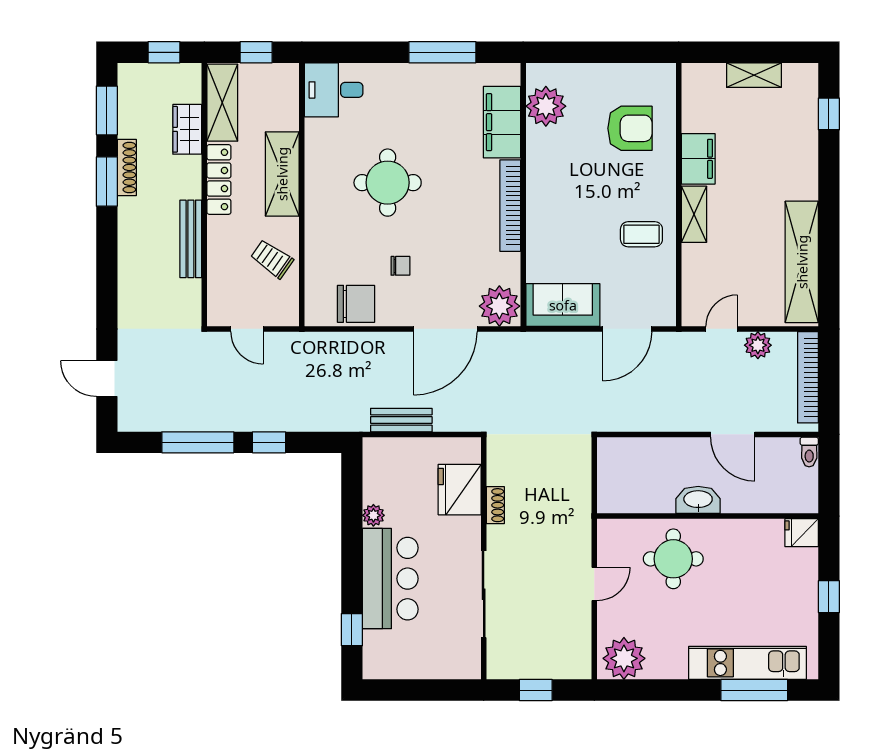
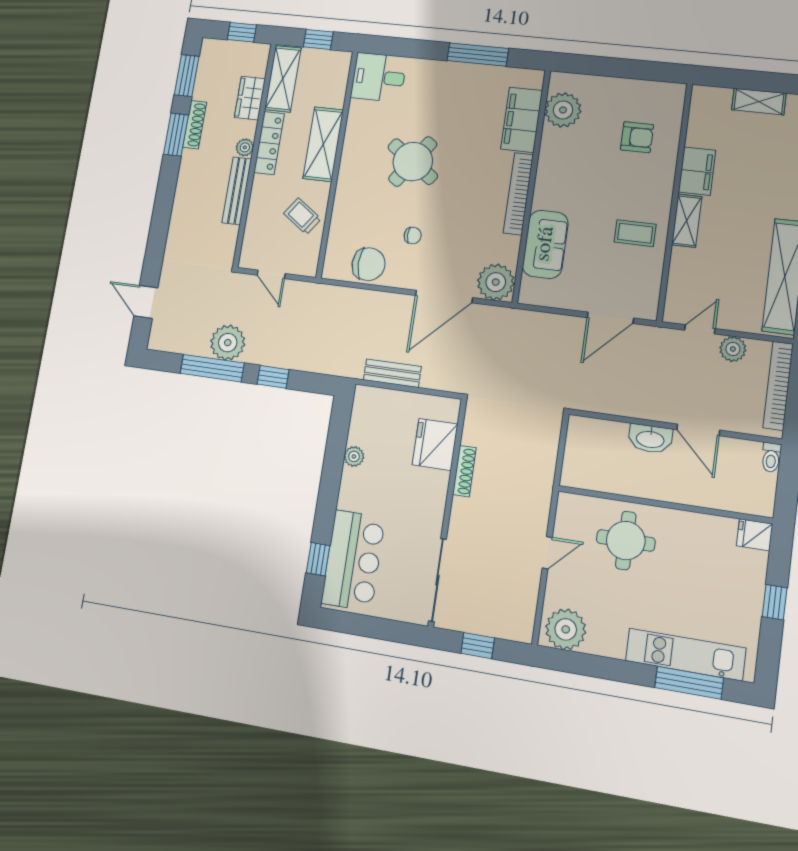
armchair: (630, 128) -> (637, 137), width x0.72, depth x0.72
round table: (388, 183) -> (413, 162), turned 35
plant: (191, 188) -> (245, 147), added
sofa: (563, 305) -> (545, 244), moved, turned 90
plant: (211, 412) -> (228, 343), added
washbasin: (698, 500) -> (650, 439), moved, turned 180
shoe rack: (495, 505) -> (464, 471), width x1.43
bar counter: (390, 579) -> (353, 560), moved
sliding door: (484, 594) -> (437, 580), moved

